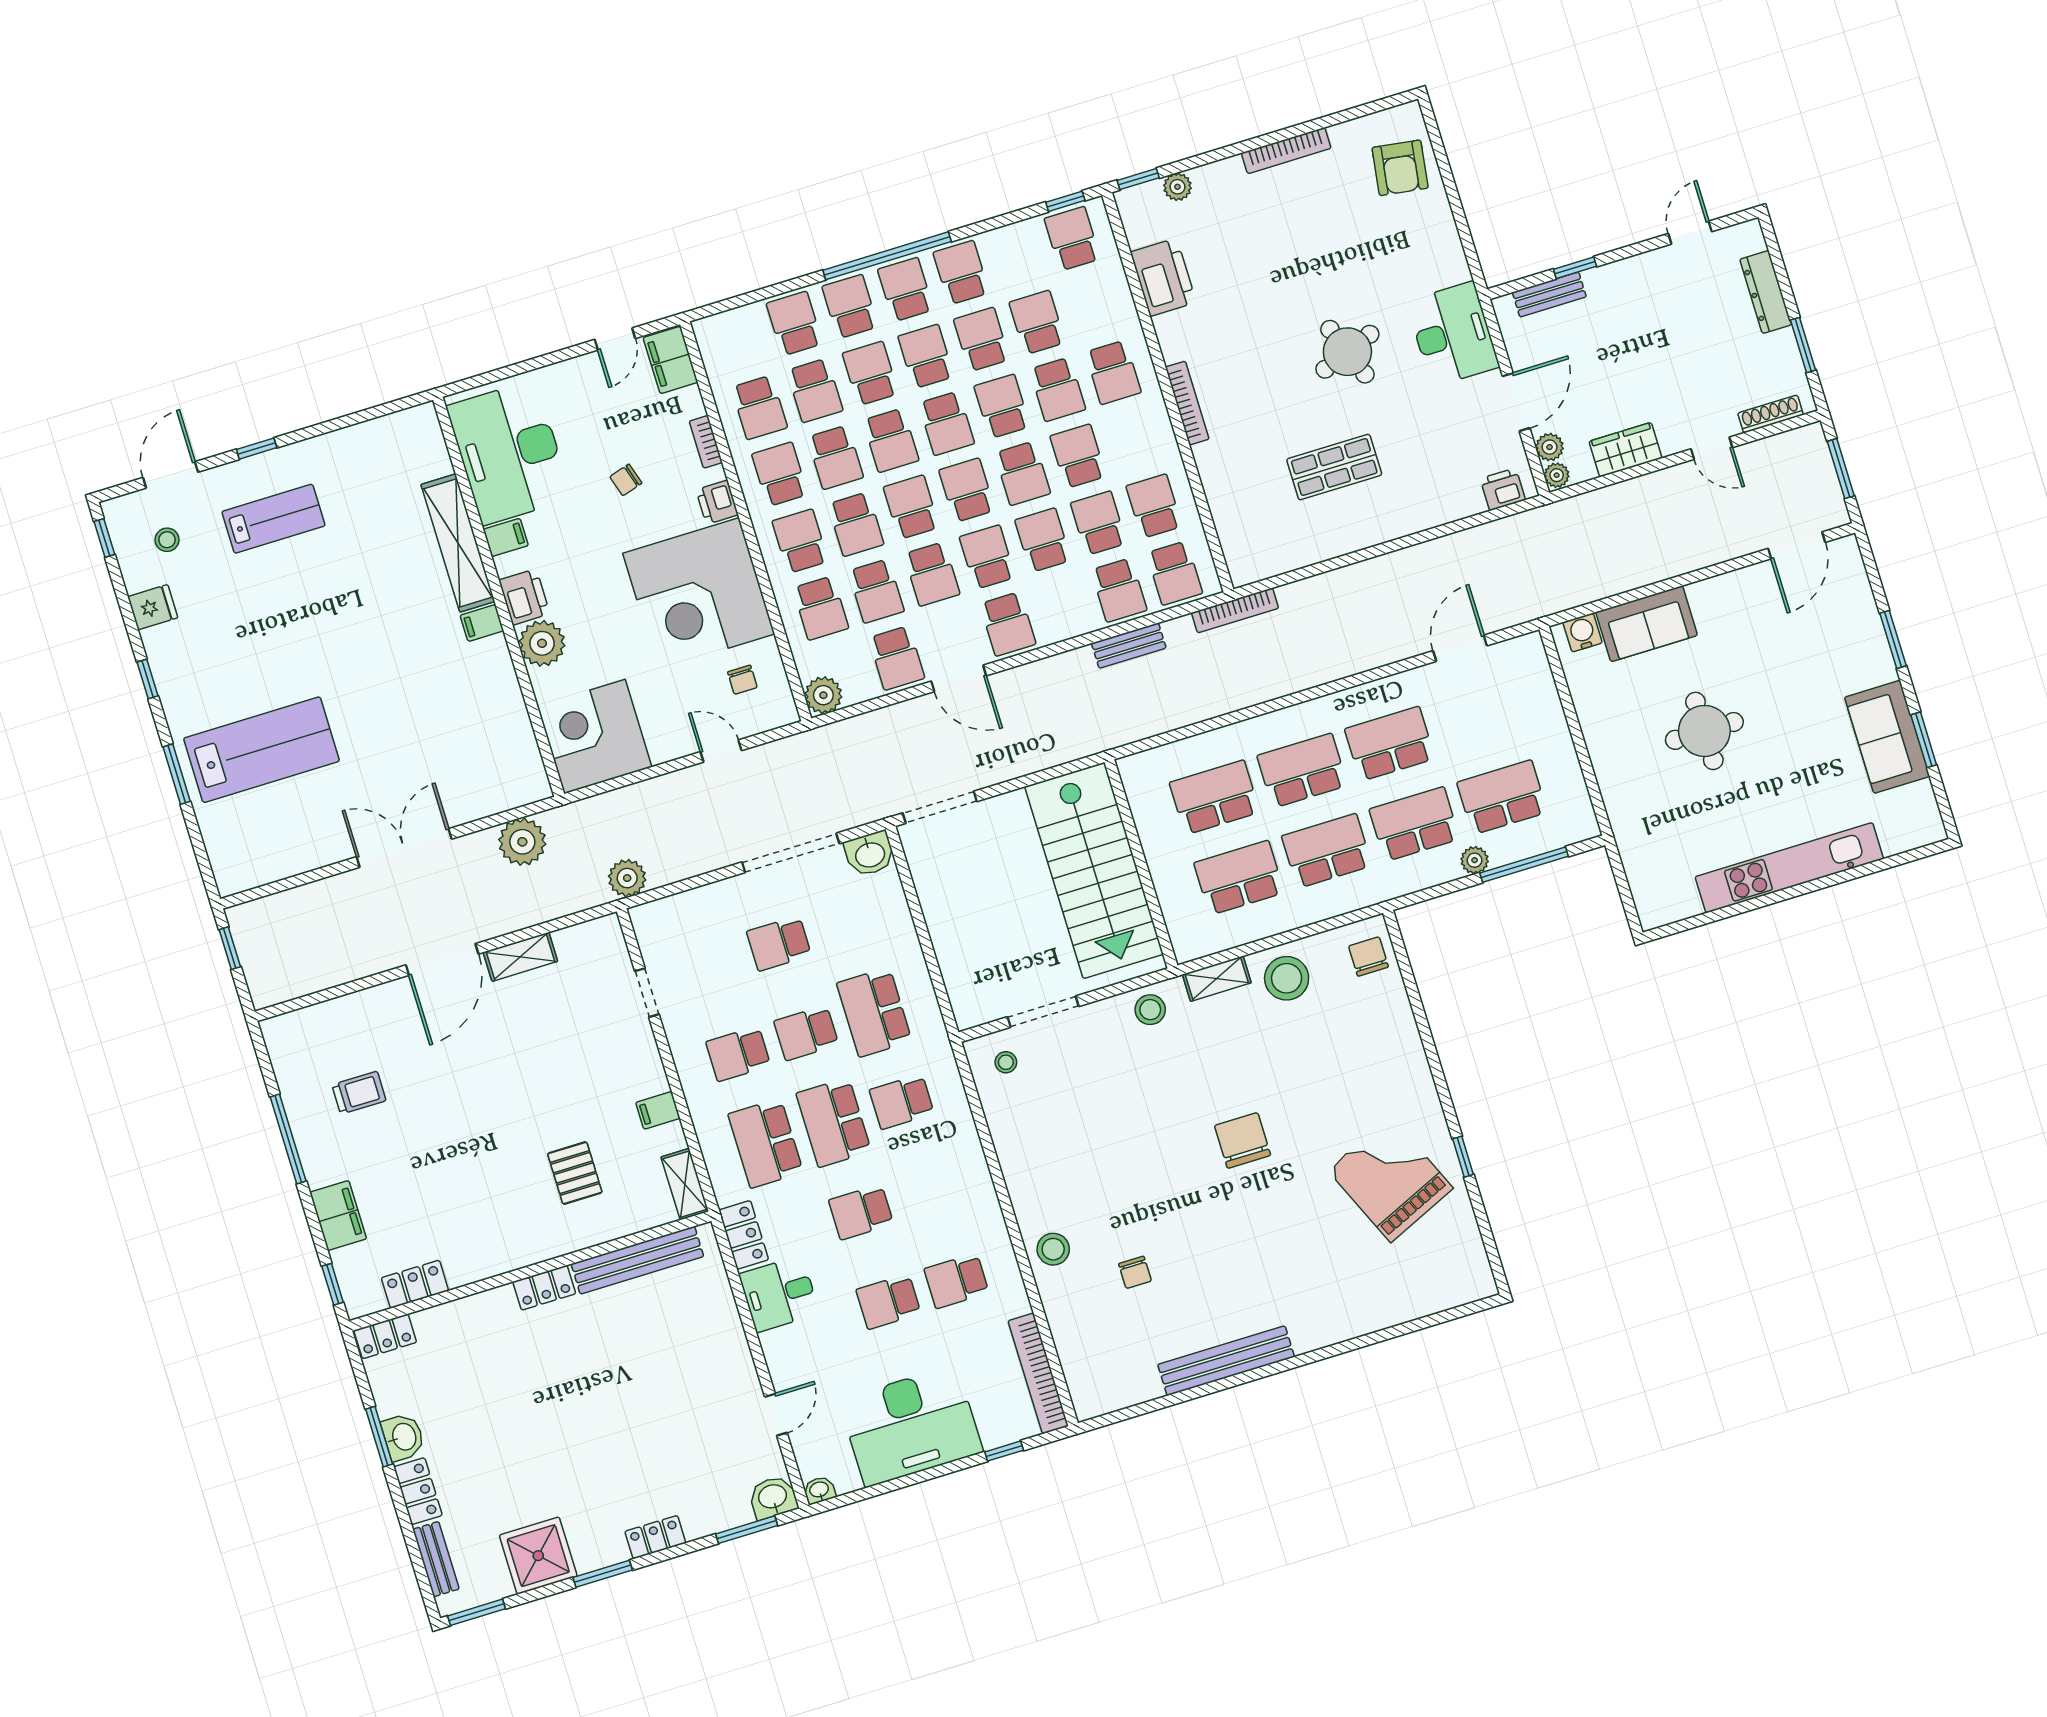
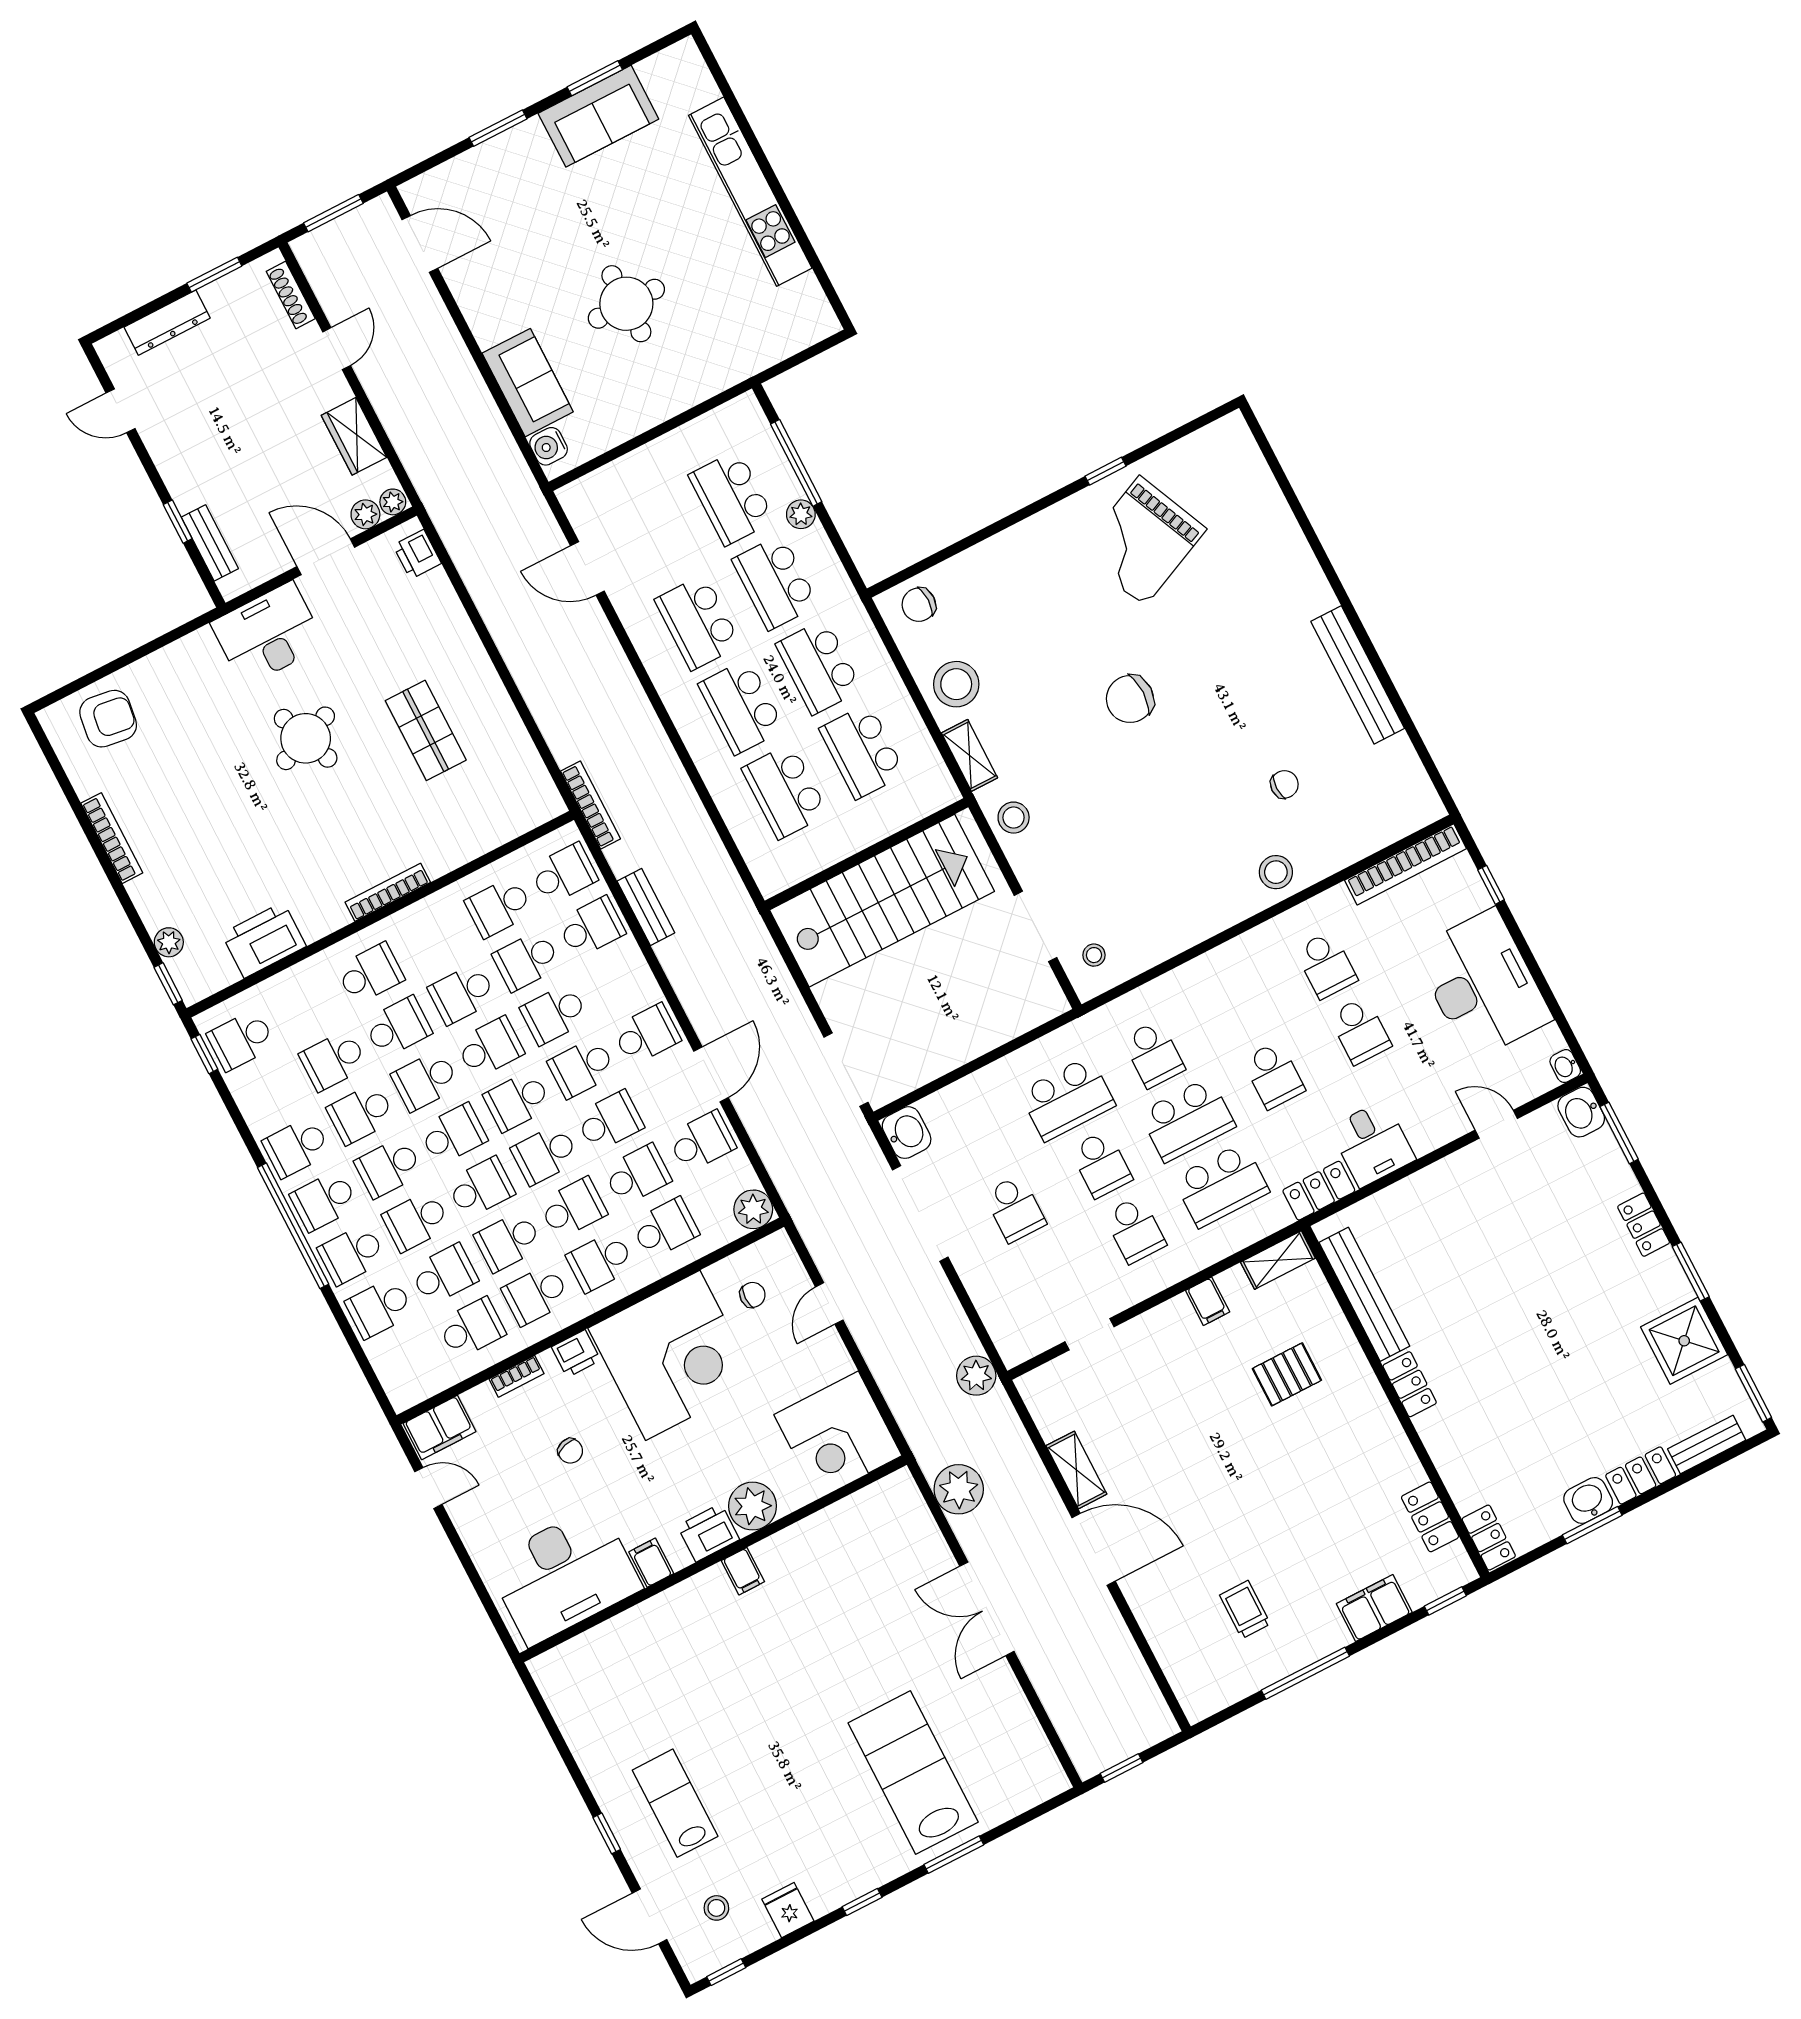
school desk: (835, 457) -> (508, 1241), turned 180
shelving: (458, 543) -> (666, 1611), removed

